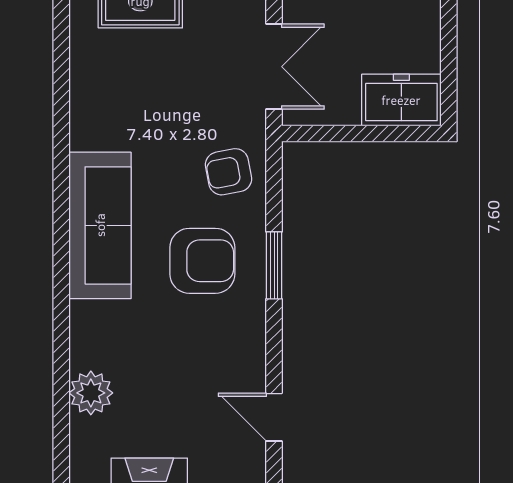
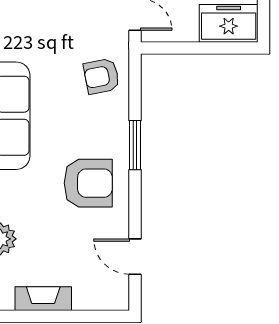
armchair: (202, 261) -> (88, 183), moved

